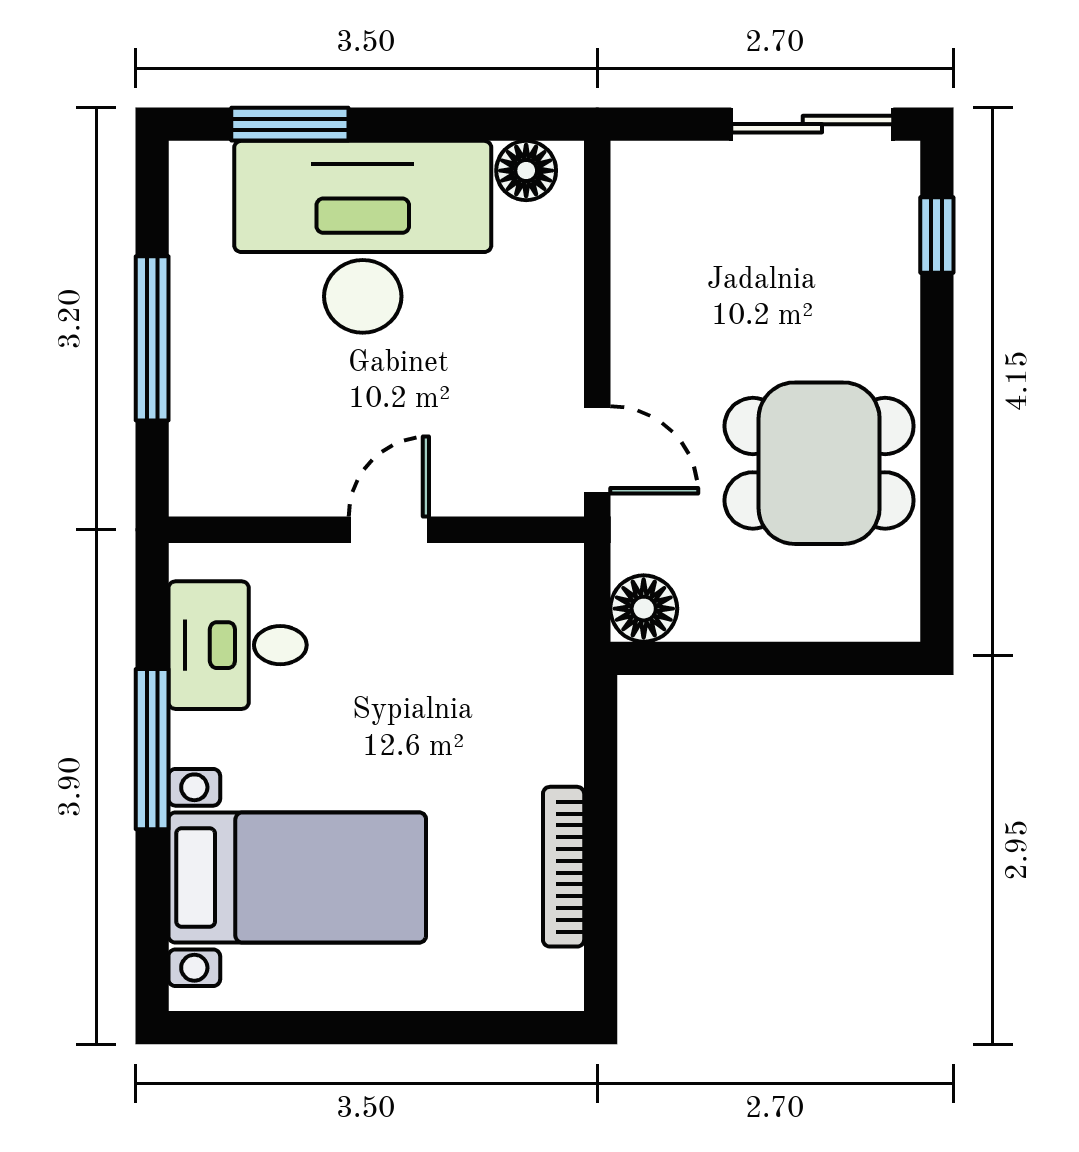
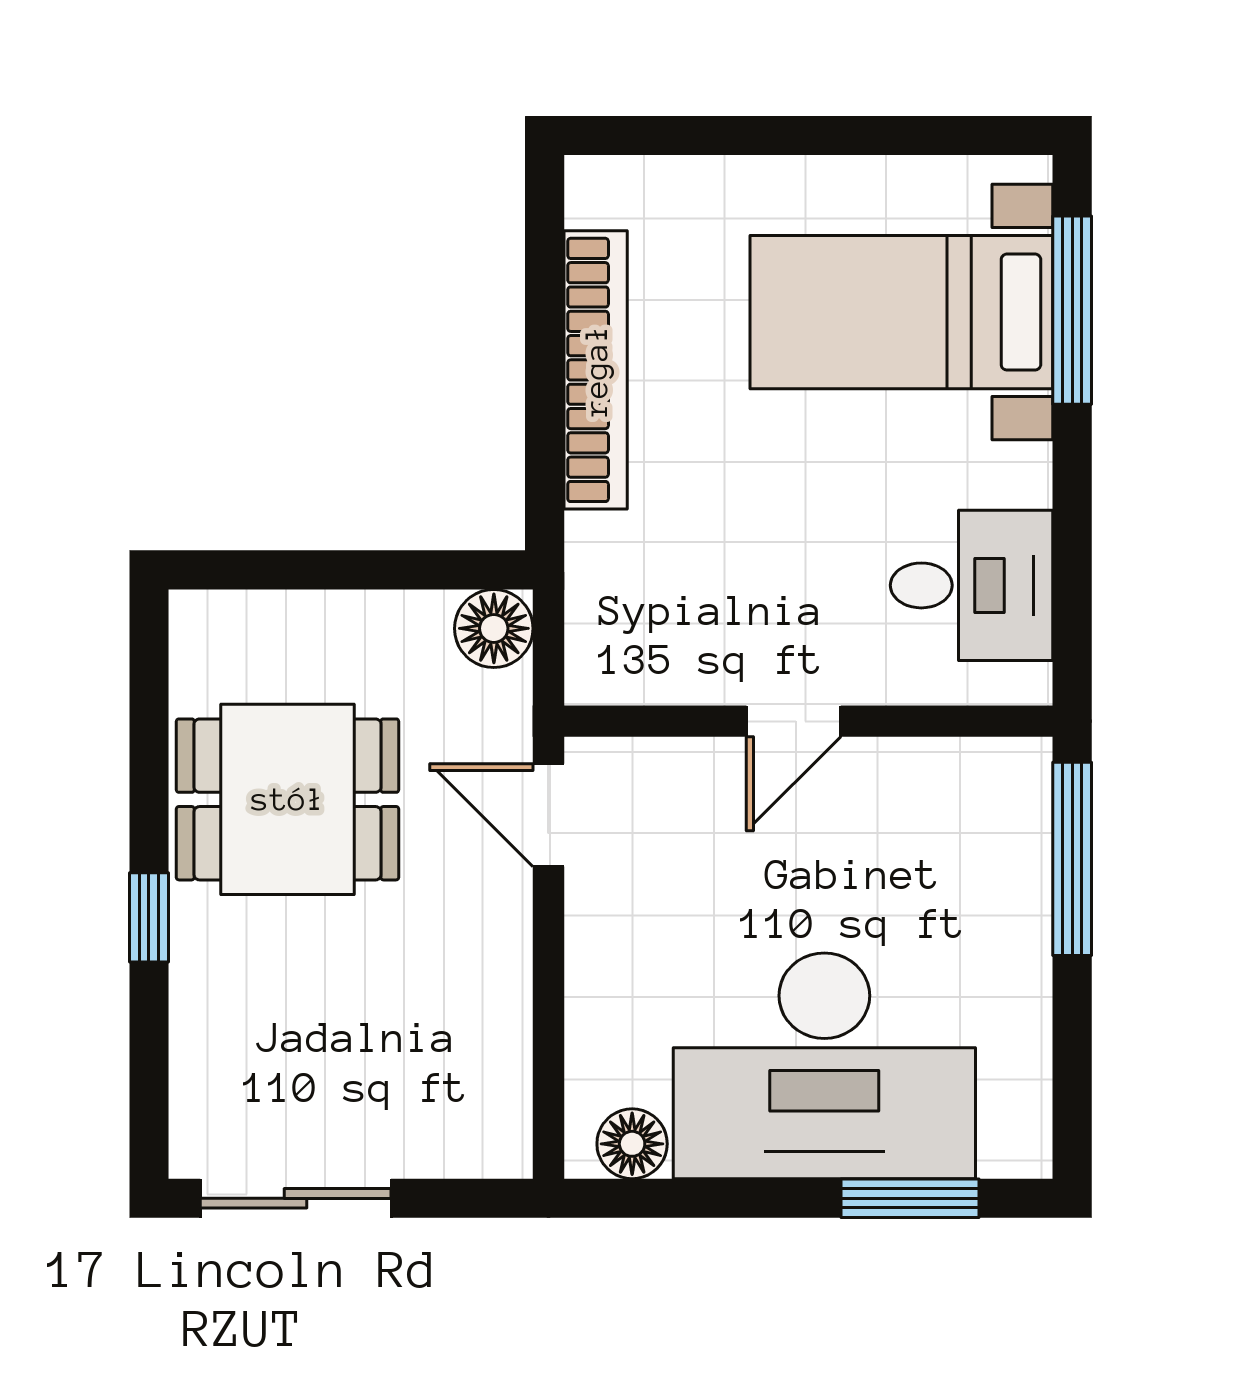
window: (937, 235) -> (149, 917), moved
window: (152, 338) -> (1072, 859), moved
window: (152, 749) -> (1072, 310), moved
bookcase: (564, 867) -> (596, 370), width x1.48, depth x1.31

